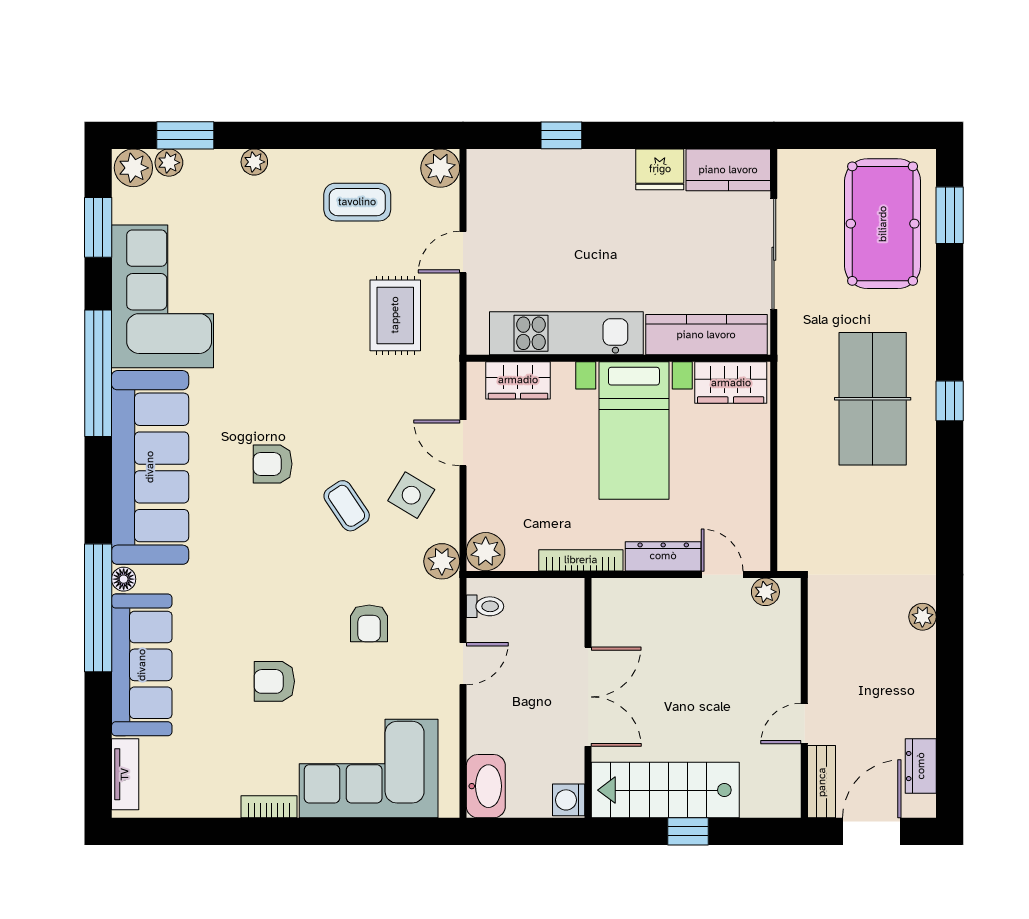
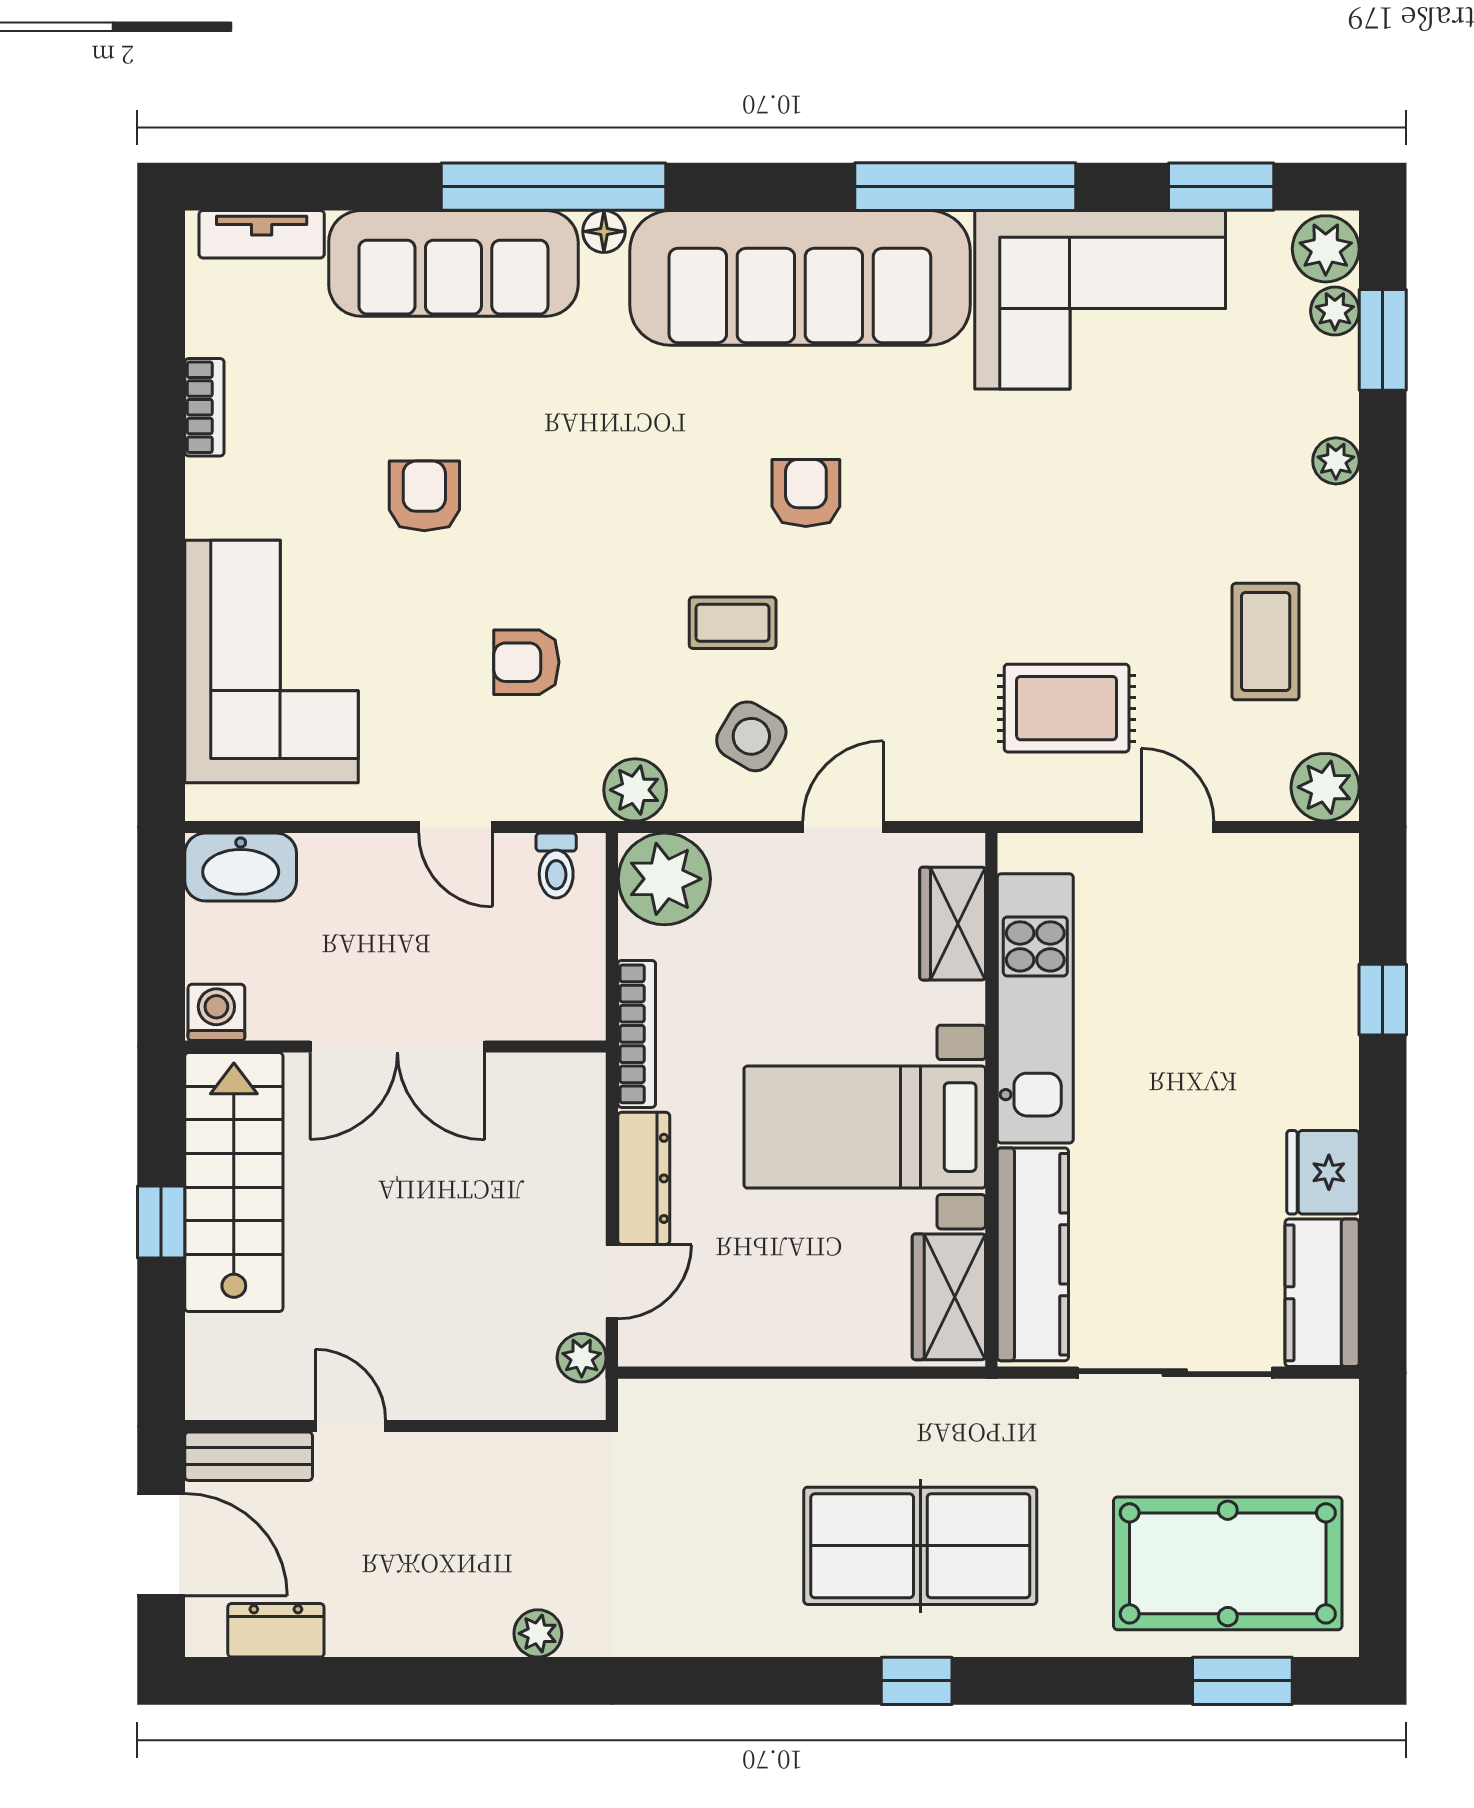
coffee table: (347, 506) -> (733, 623), turned 34
plant: (486, 552) -> (664, 879), width x1.36, depth x1.36
bookcase: (269, 807) -> (204, 407), moved

